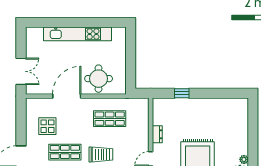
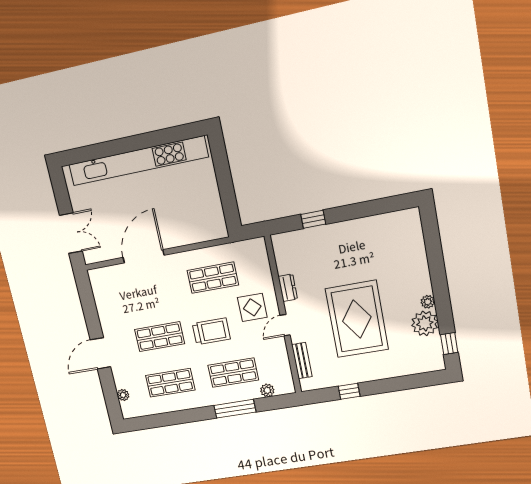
kitchen unit: (77, 34) -> (138, 161), width x1.36
round table: (99, 79) -> (184, 222), removed
display table: (47, 126) -> (252, 307), moved

